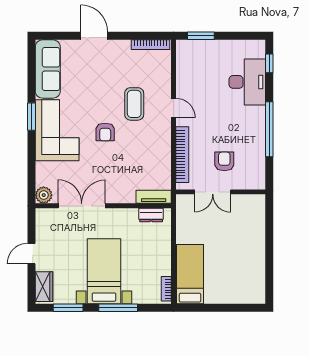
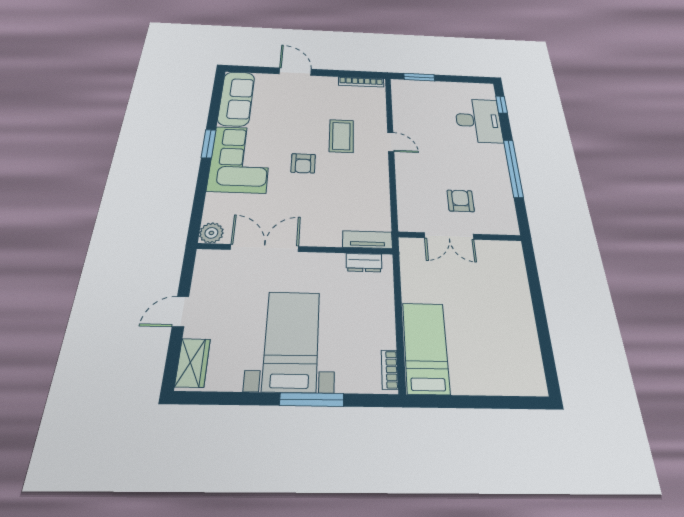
bookcase: (182, 155) -> (404, 191), removed
window: (68, 308) -> (228, 398), removed

